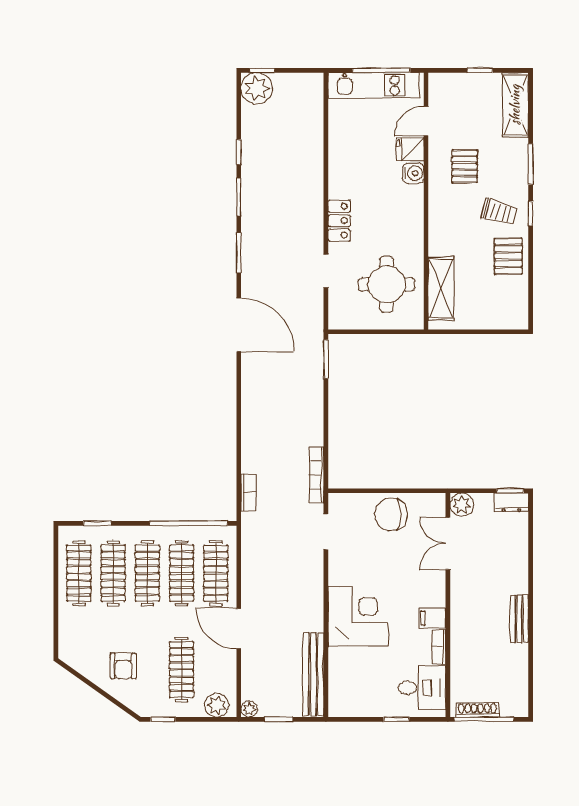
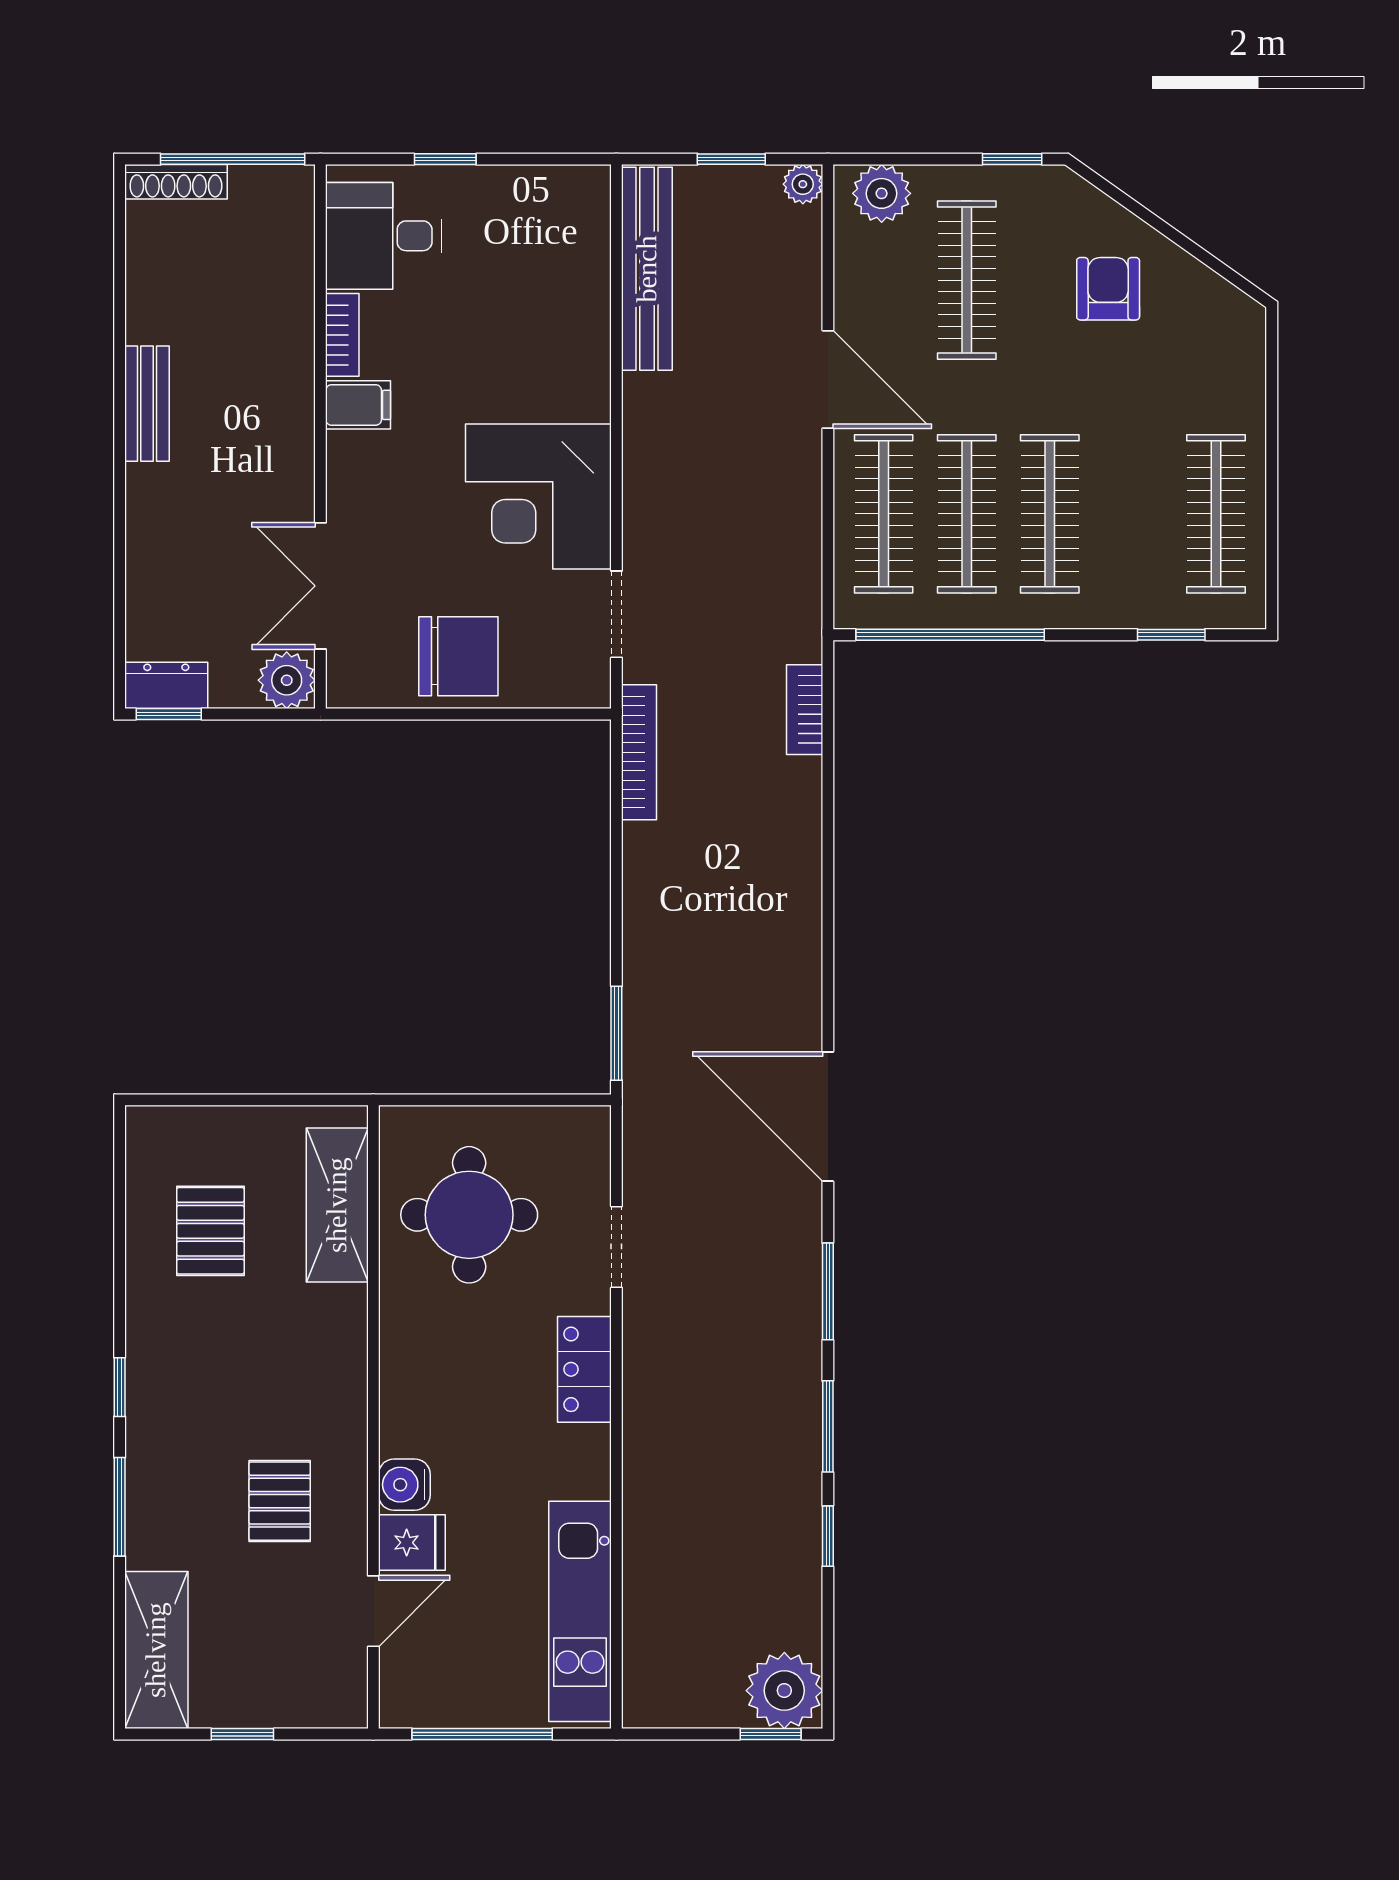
kitchen unit: (374, 85) -> (580, 1611), moved, turned -90
trolley: (499, 212) -> (197, 1391), removed
pallet: (508, 256) -> (210, 1231), moved
double door: (448, 543) -> (320, 586), swing flipped
clothes rail: (113, 573) -> (1133, 514), removed
corner desk: (358, 617) -> (538, 497), moved
shoe rack: (477, 710) -> (176, 182), moved

